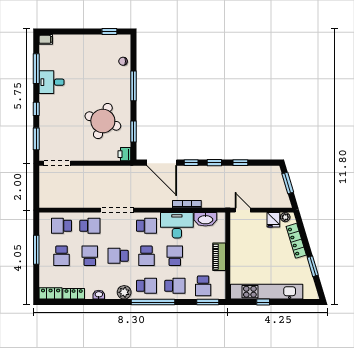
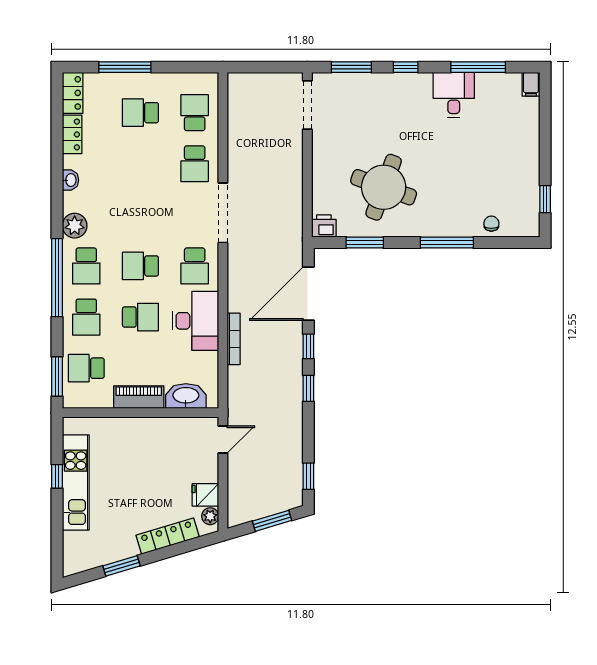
window: (240, 163) -> (308, 476), moved
washbasin: (205, 219) -> (186, 396), moved, turned 90
window: (36, 250) -> (125, 67), moved
school desk: (90, 256) -> (140, 164), removed
school desk: (118, 256) -> (140, 215), removed
kitchen unit: (267, 292) -> (76, 483), width x0.73

